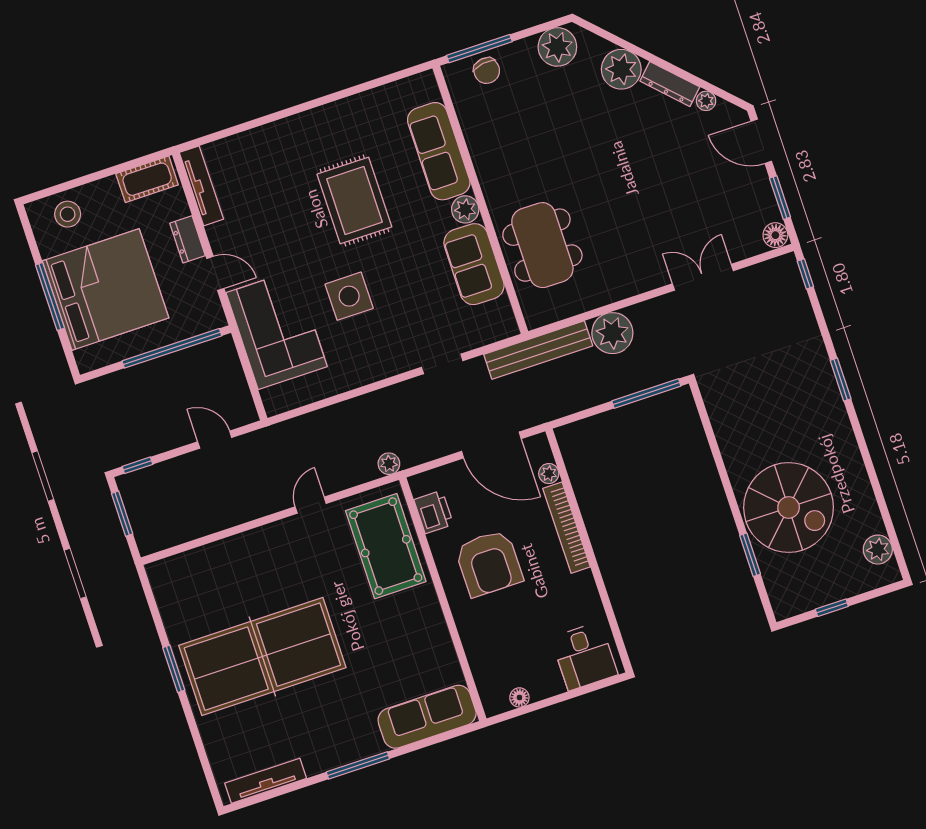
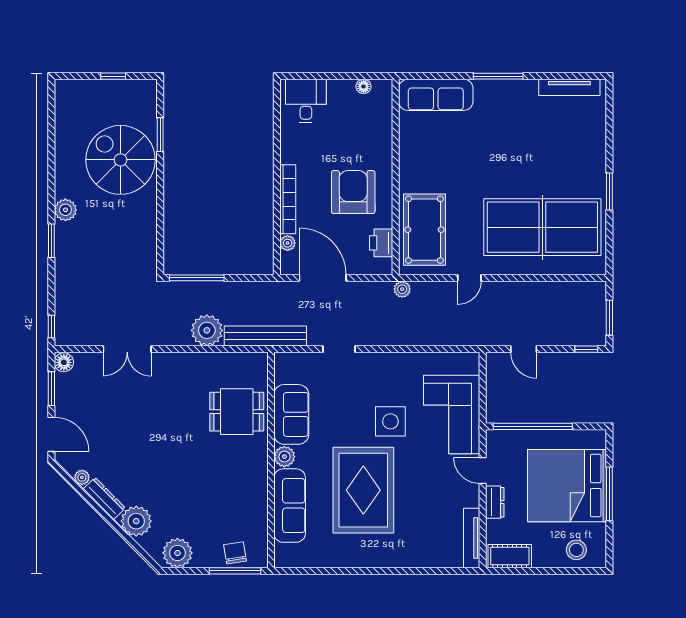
rug: (354, 200) -> (363, 490), width x1.37, depth x1.44
dining table: (542, 245) -> (237, 412), width x0.73
plant: (878, 550) -> (65, 210), moved
table tennis table: (262, 657) -> (542, 227), moved

